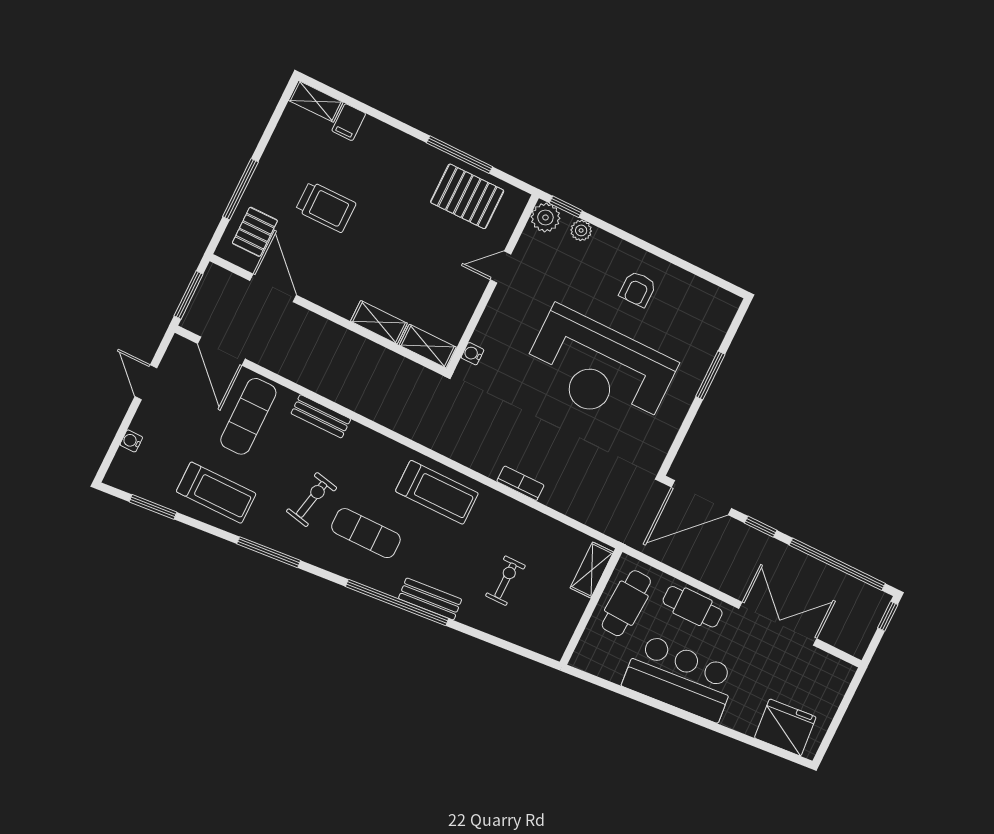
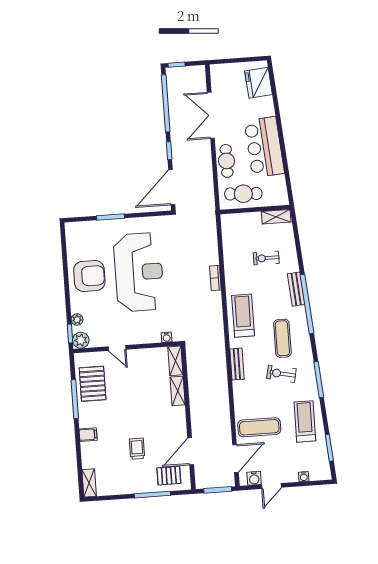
filing cabinet: (349, 122) -> (88, 435), moved
trolley: (326, 207) -> (137, 449), width x0.73, depth x0.72
armchair: (638, 289) -> (89, 276), width x1.88, depth x1.88
water cooler: (174, 362) -> (254, 478), added
bench: (321, 416) -> (237, 364), moved
door: (701, 498) -> (172, 187), swing flipped
shelving: (592, 570) -> (276, 217), moved

